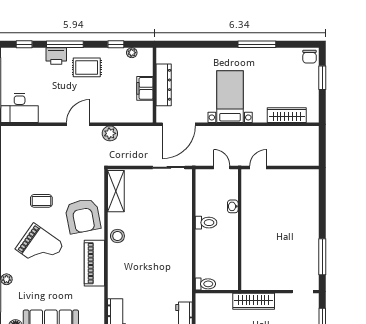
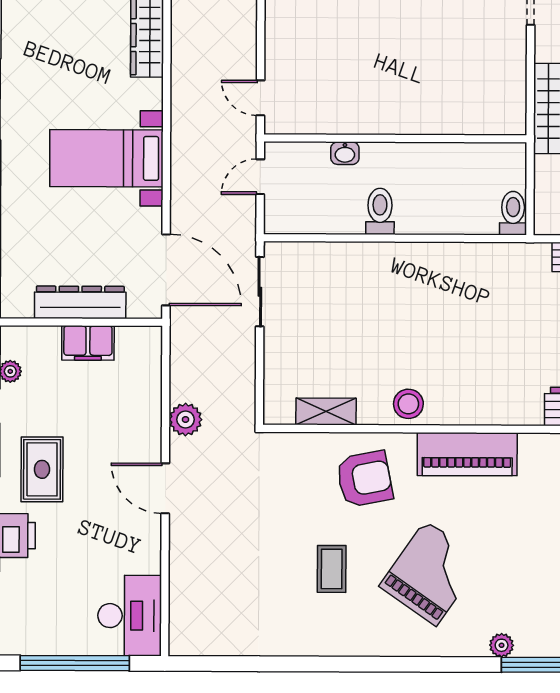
shelving: (116, 191) -> (326, 411), width x0.67, depth x0.75
armchair: (83, 216) -> (365, 479), width x0.73, depth x0.73

